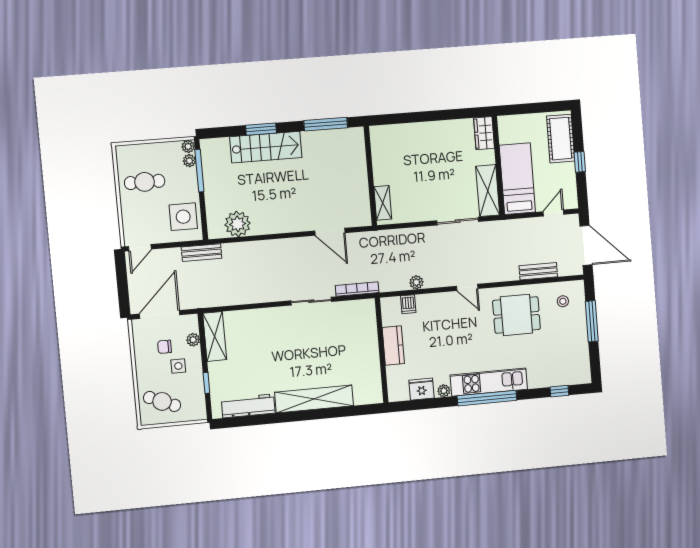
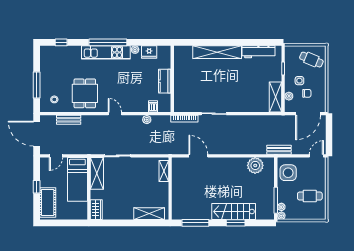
shelving: (400, 133) -> (149, 214), added
dining table: (516, 315) -> (85, 93), turned 90

